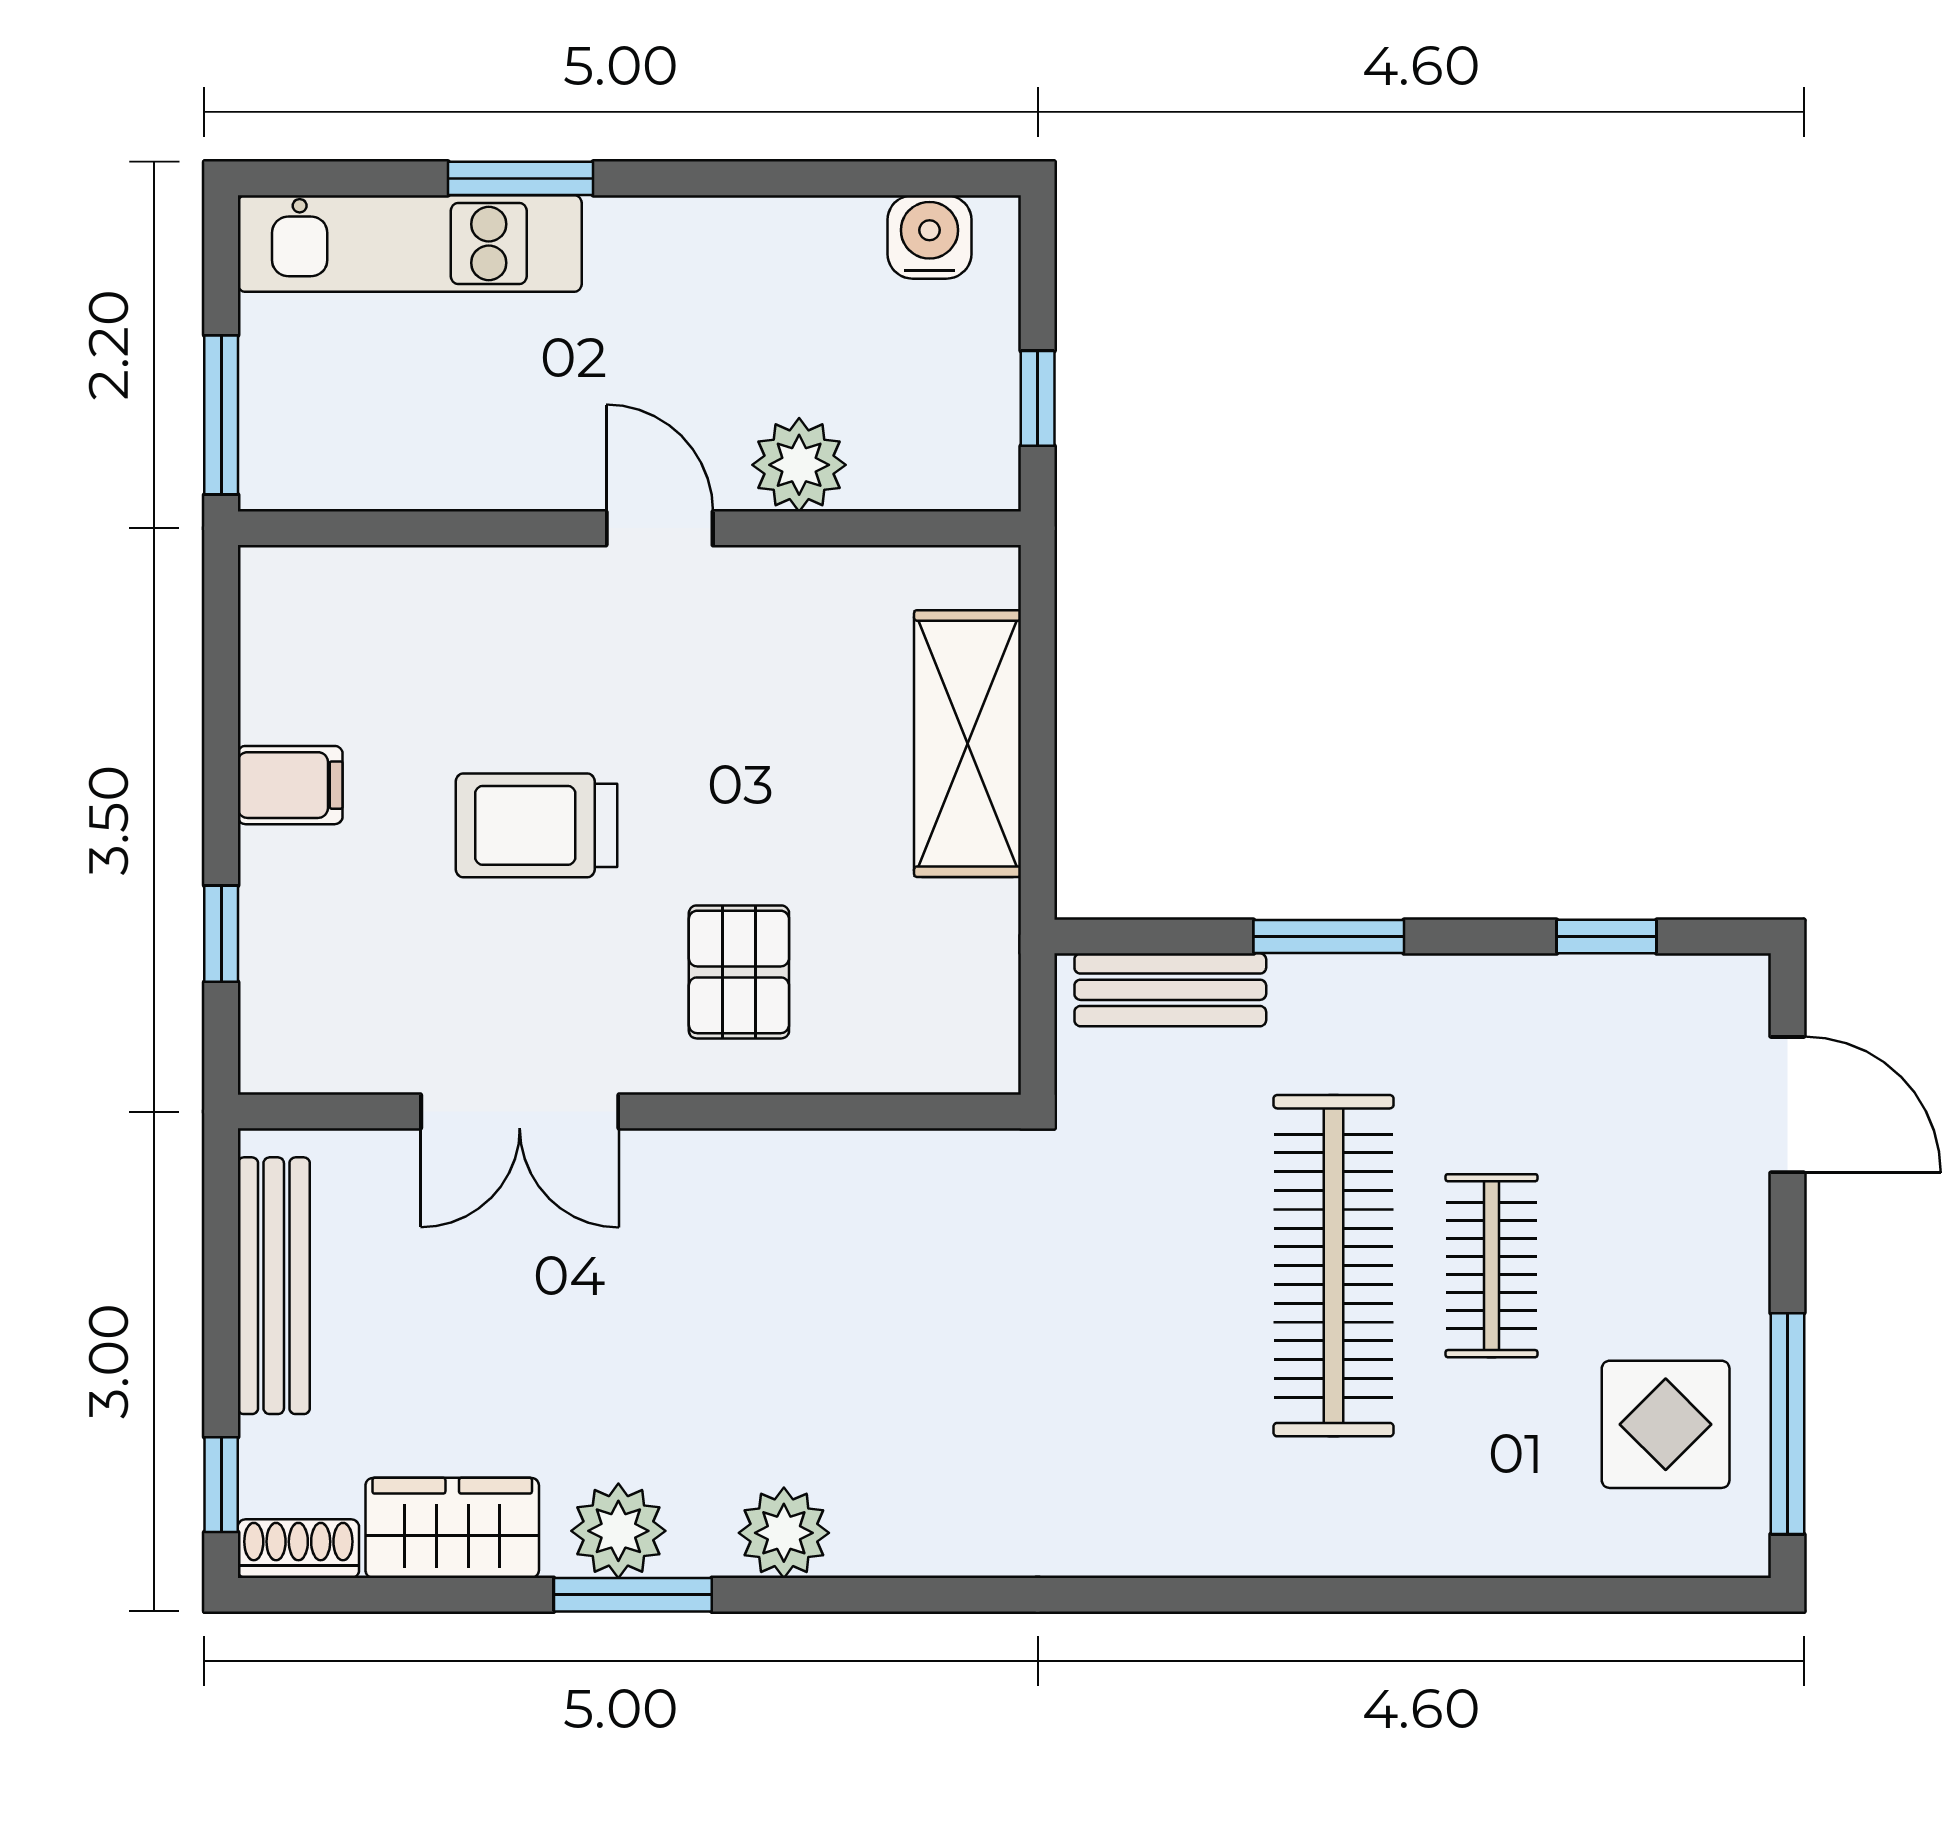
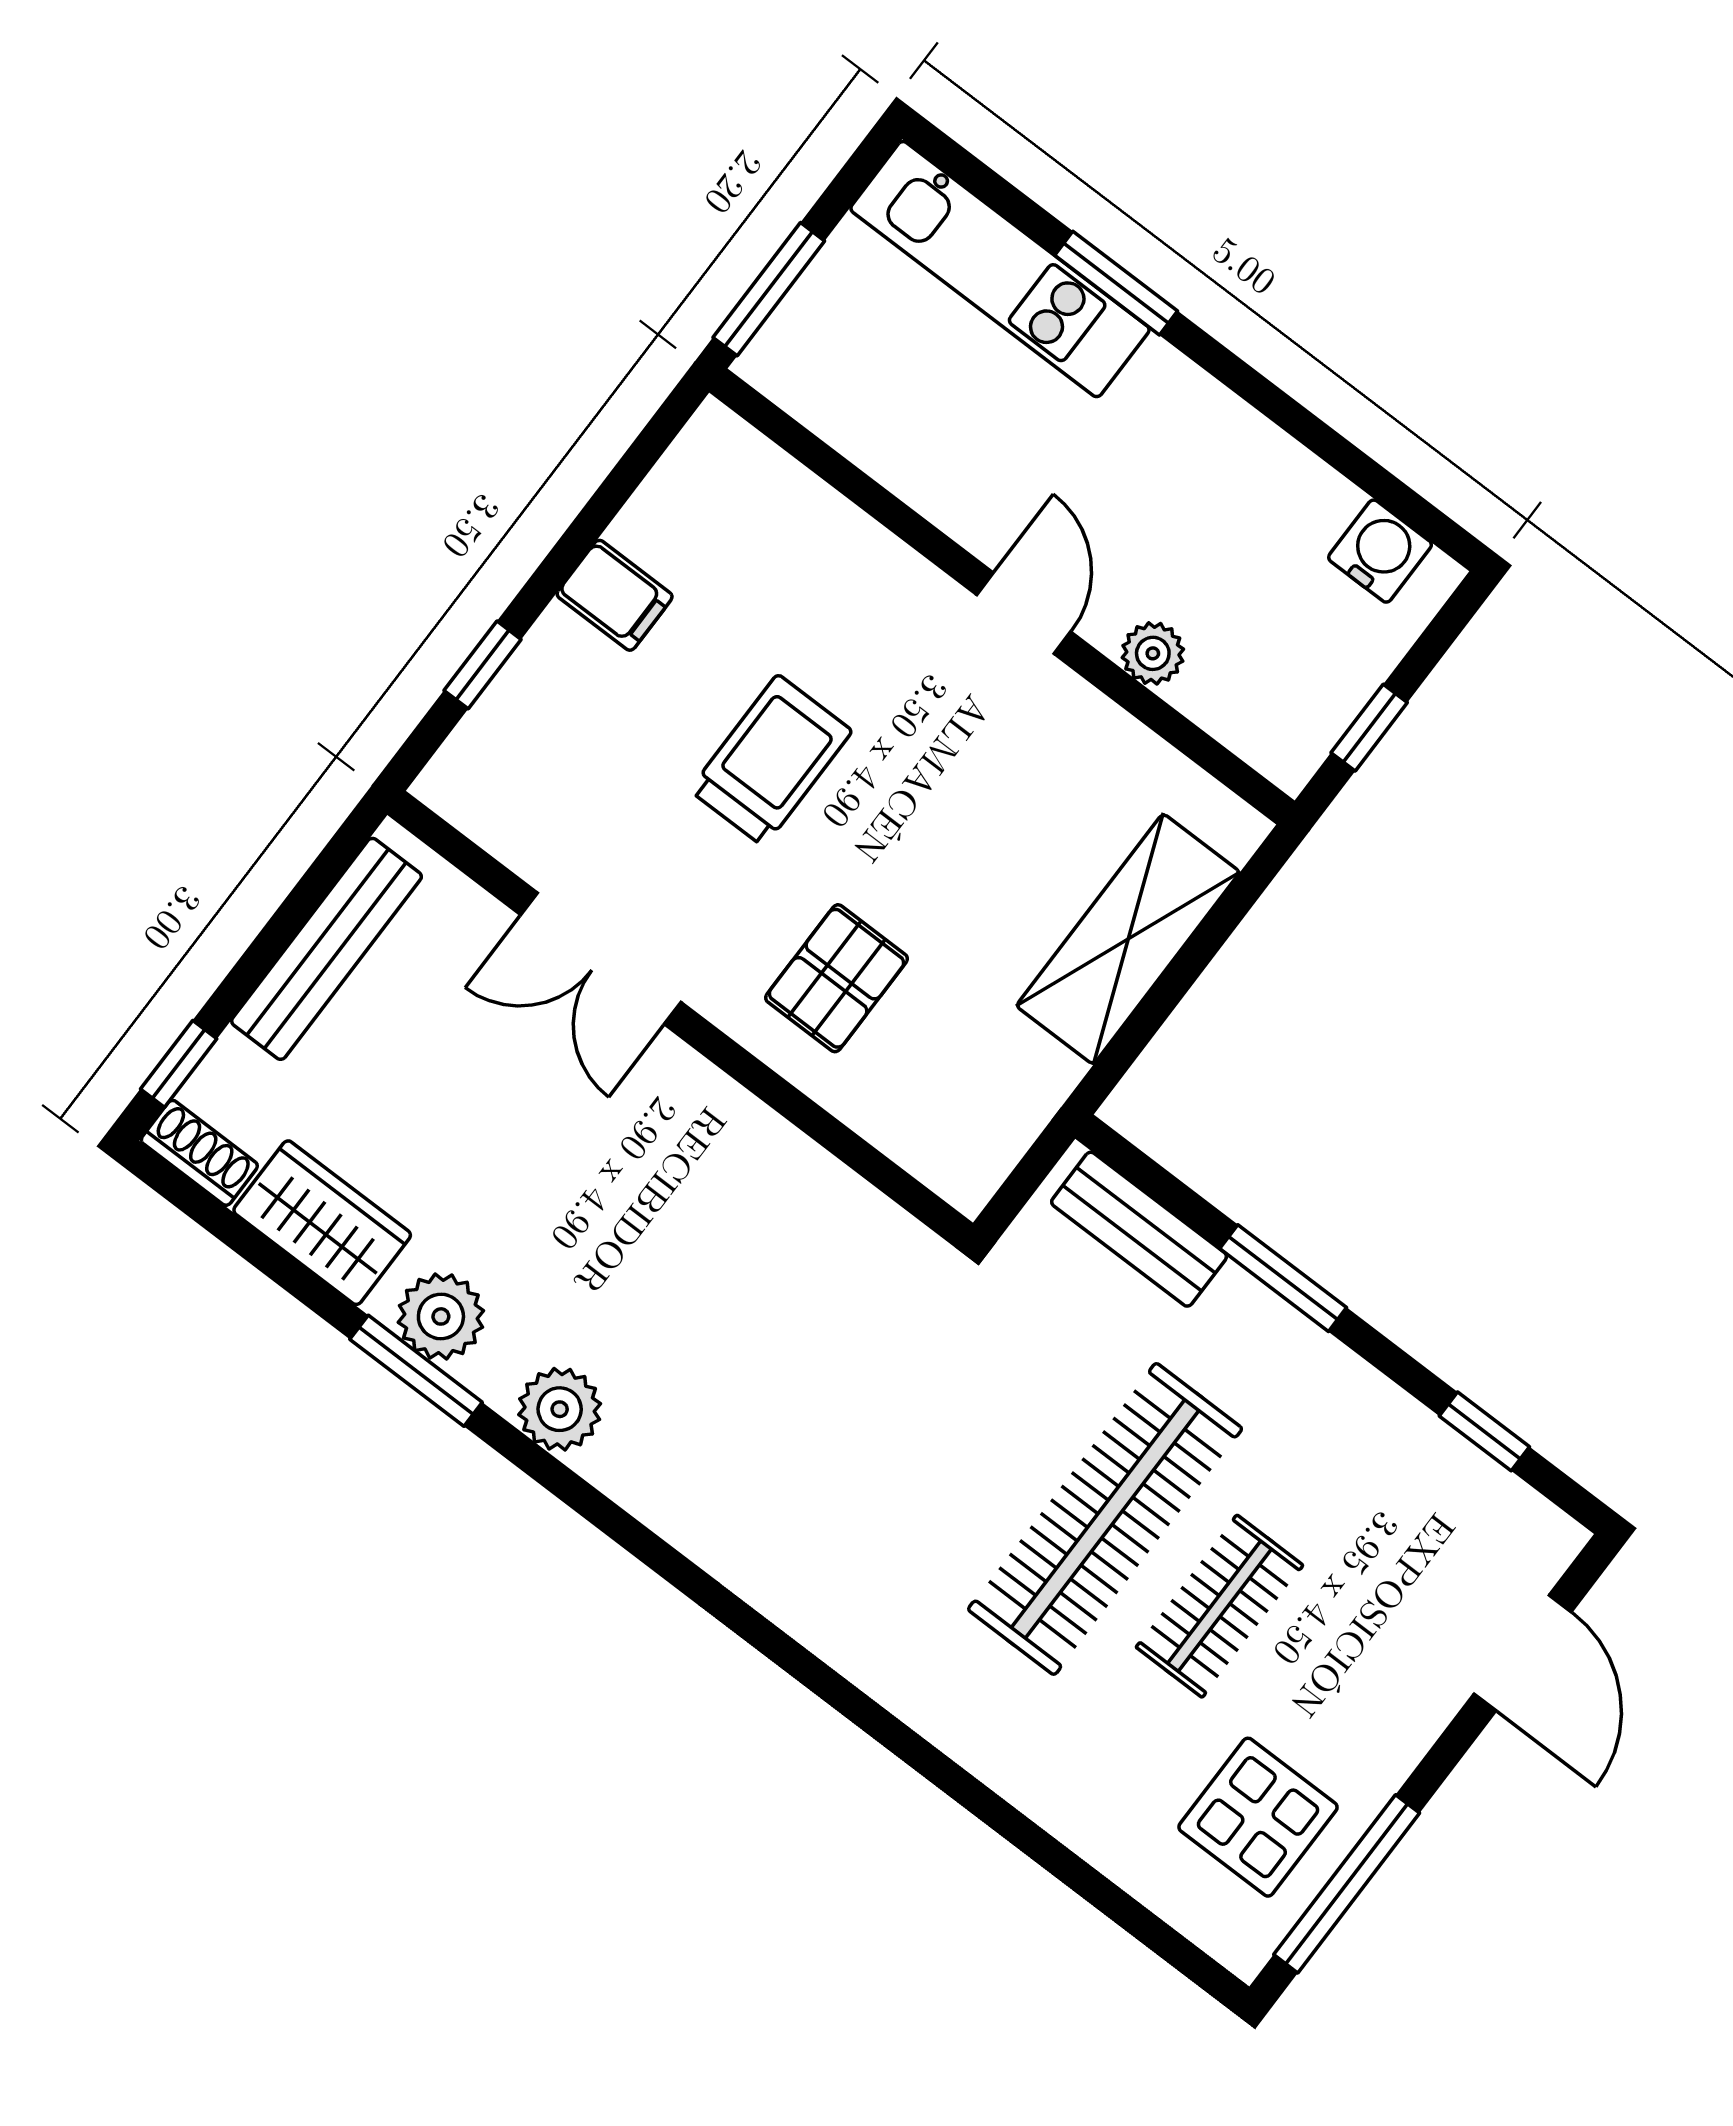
plant: (799, 465) -> (1153, 653), width x0.73, depth x0.73
trolley: (537, 825) -> (771, 760), turned 90

